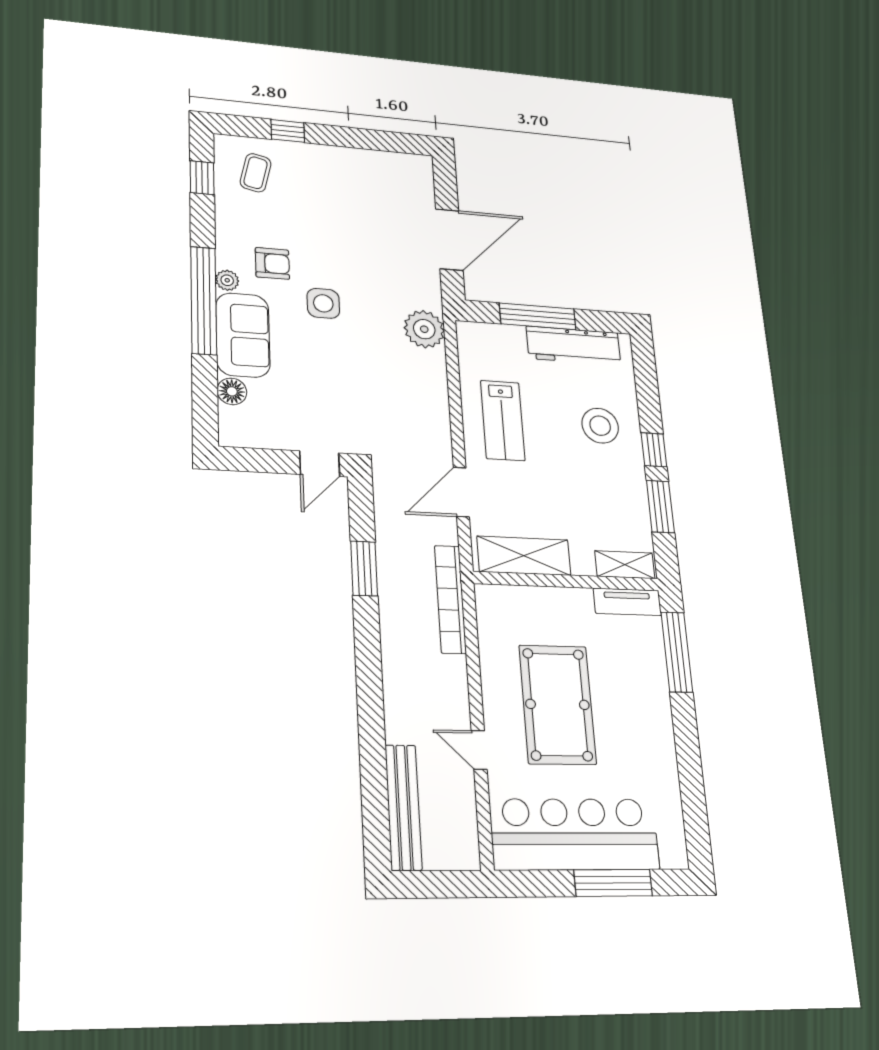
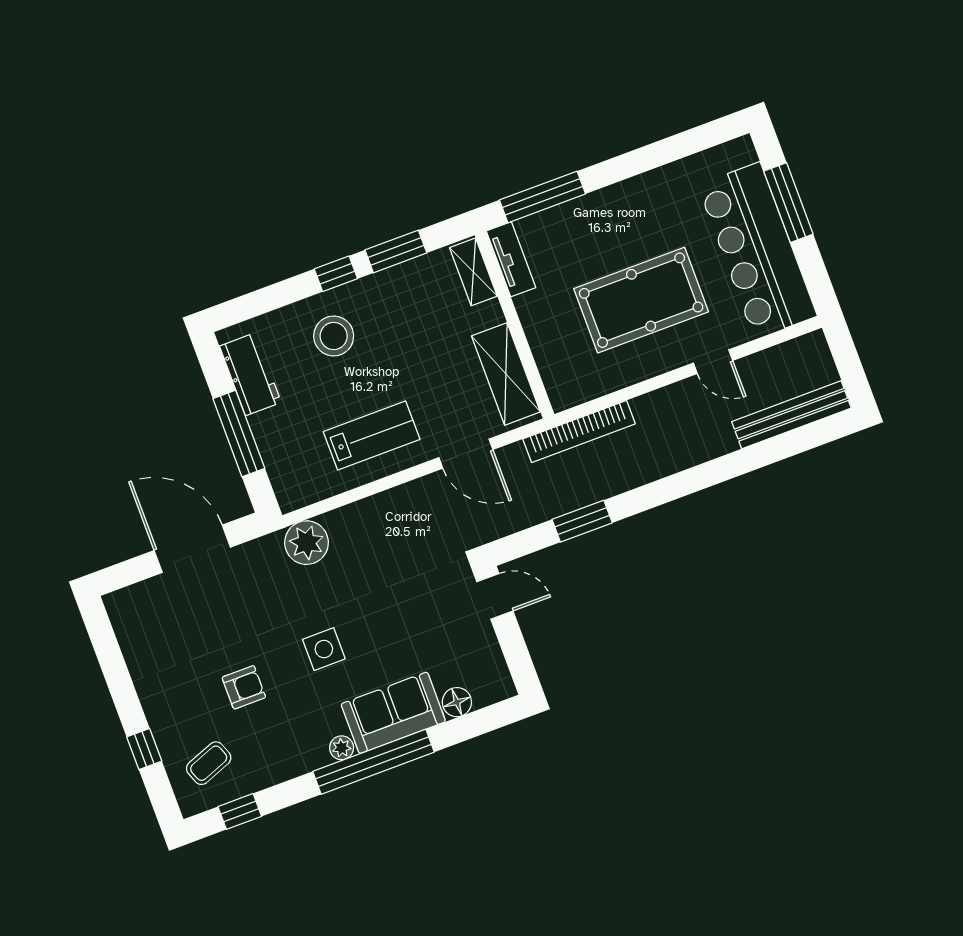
coffee table: (256, 173) -> (209, 763), turned -34
armchair: (272, 263) -> (244, 687), moved, turned 90
workbench: (574, 346) -> (250, 374), width x0.73
door: (479, 750) -> (713, 362), hinge flipped

